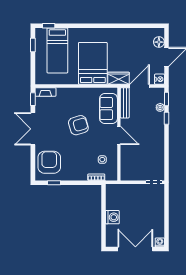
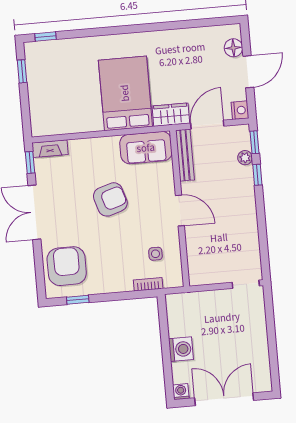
bed: (57, 50) -> (64, 77), removed
sofa: (109, 109) -> (146, 148), moved, turned -90
washing machine: (160, 242) -> (181, 392), moved

